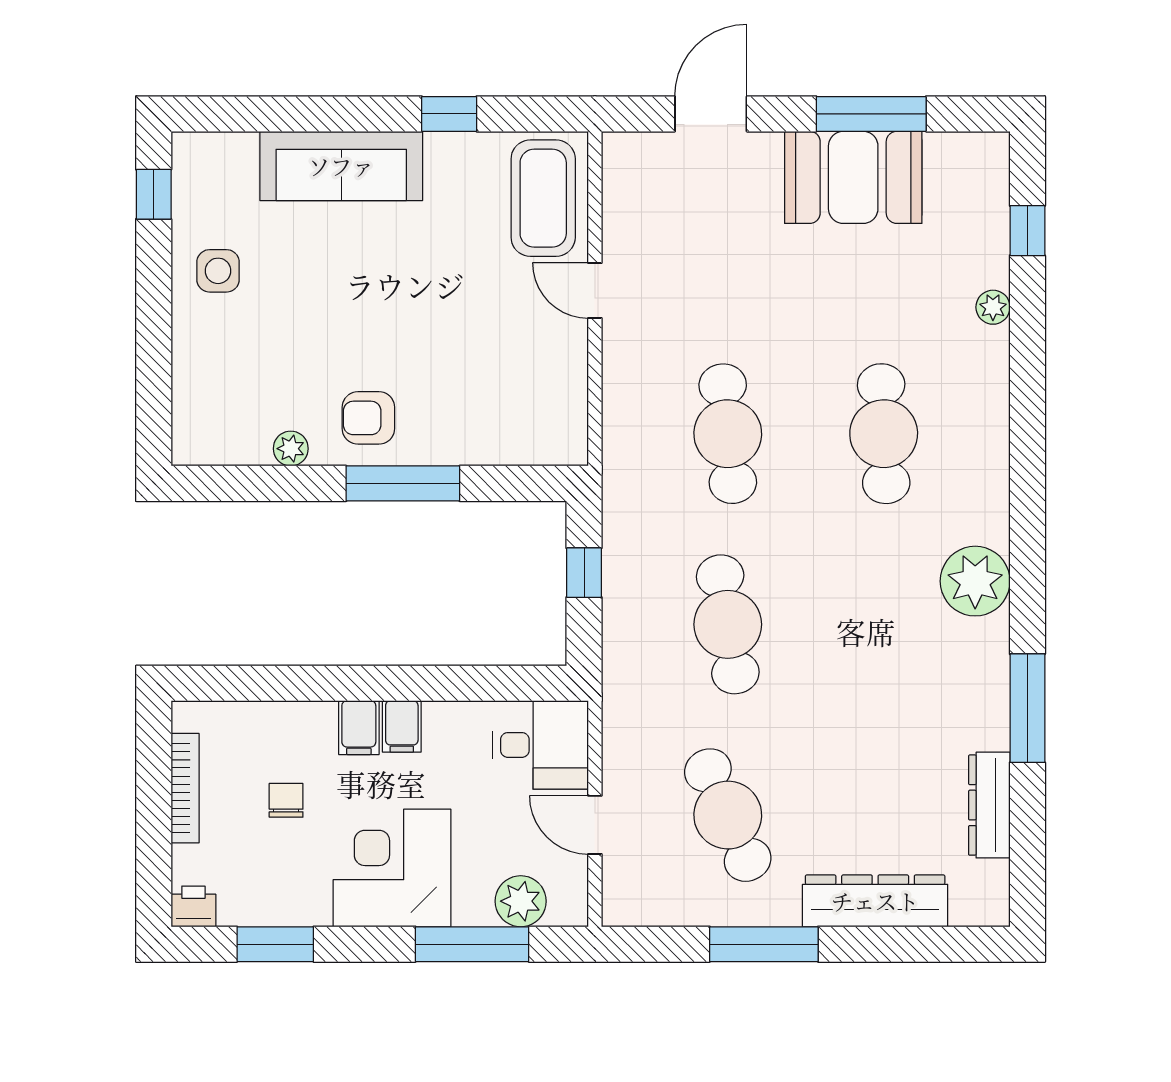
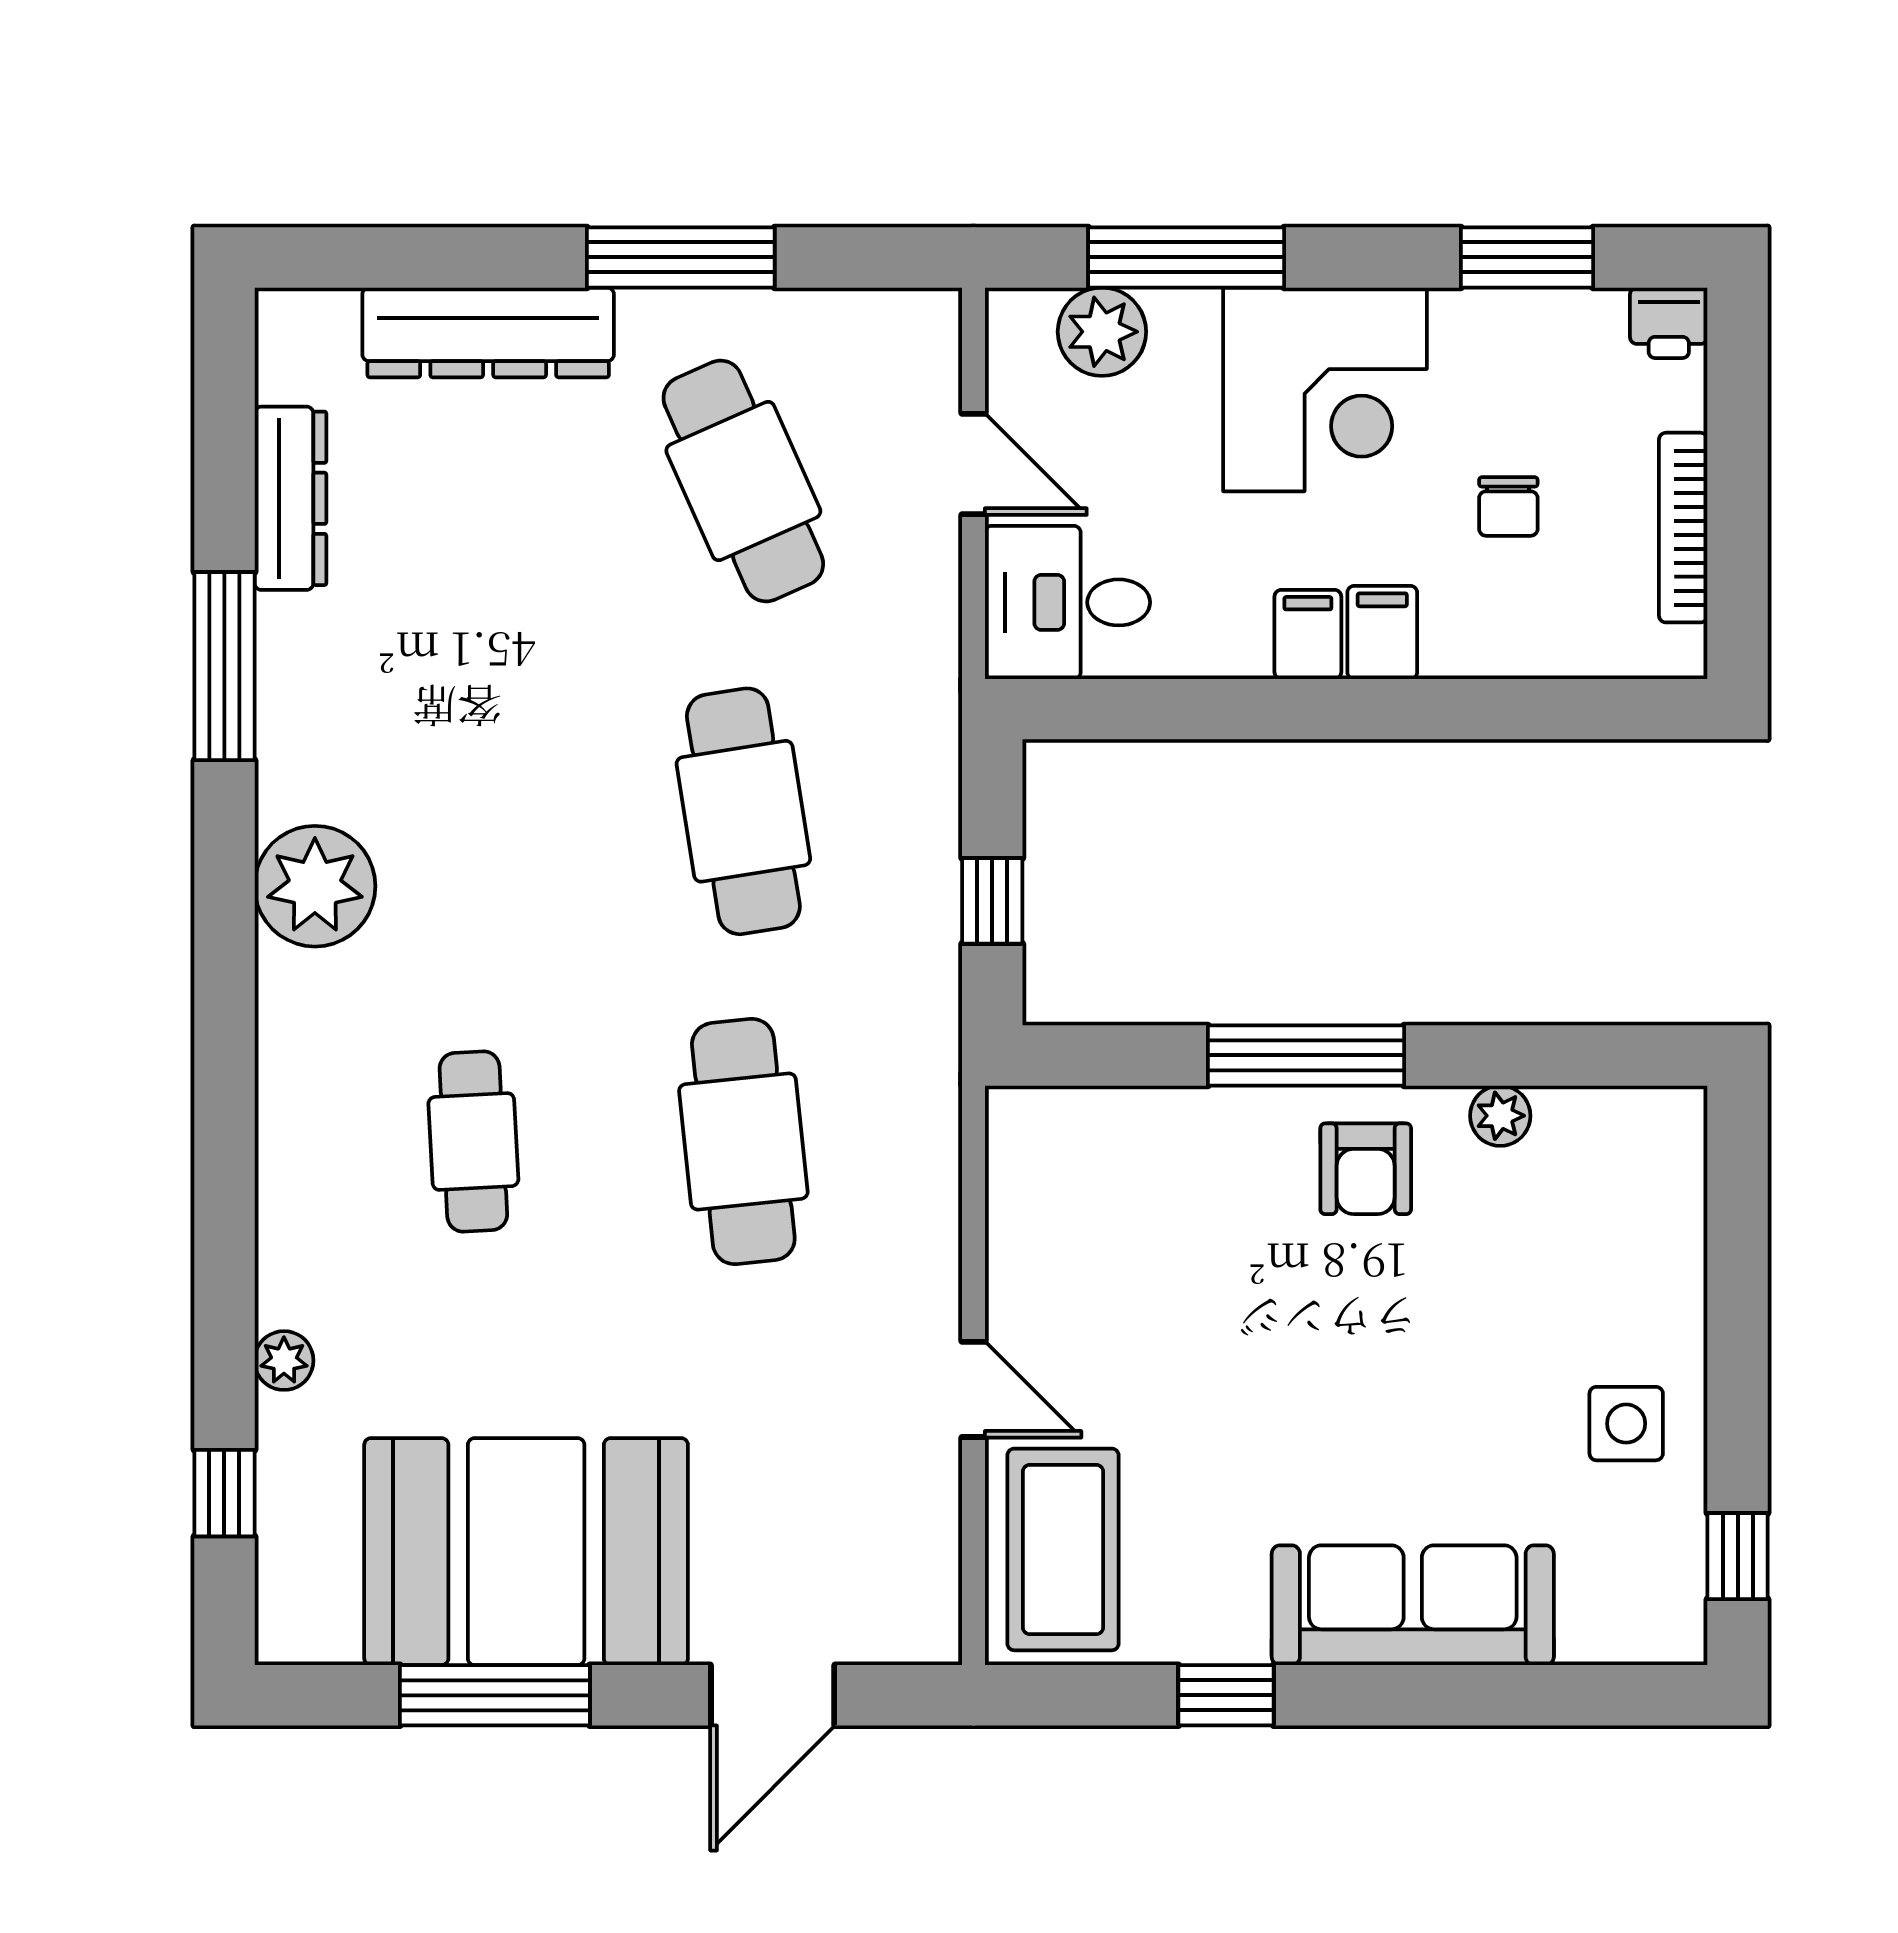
booth: (853, 177) -> (526, 1552), width x1.36, depth x1.42
armchair: (368, 418) -> (1366, 1169), turned 90
cafe table: (884, 434) -> (473, 1142), width x0.73, depth x0.74

